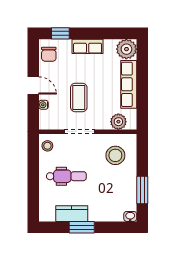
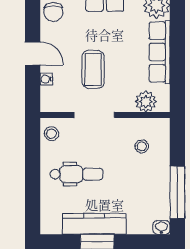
stool: (115, 155) -> (142, 146), width x0.53, depth x0.53
window: (142, 190) -> (177, 192), width x1.44
kitchen counter: (72, 214) -> (94, 224), width x1.50

